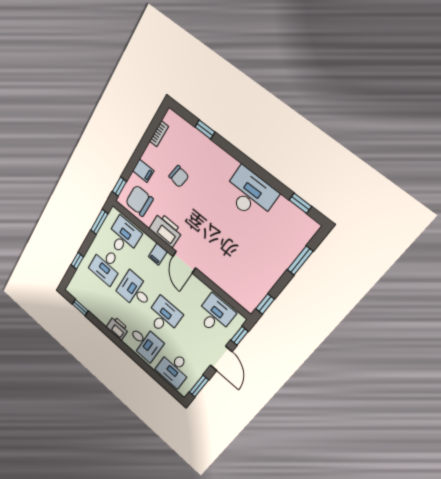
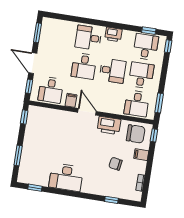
filing cabinet: (158, 254) -> (71, 100), moved
window: (77, 261) -> (168, 46), moved
desk: (174, 369) -> (146, 47), moved

